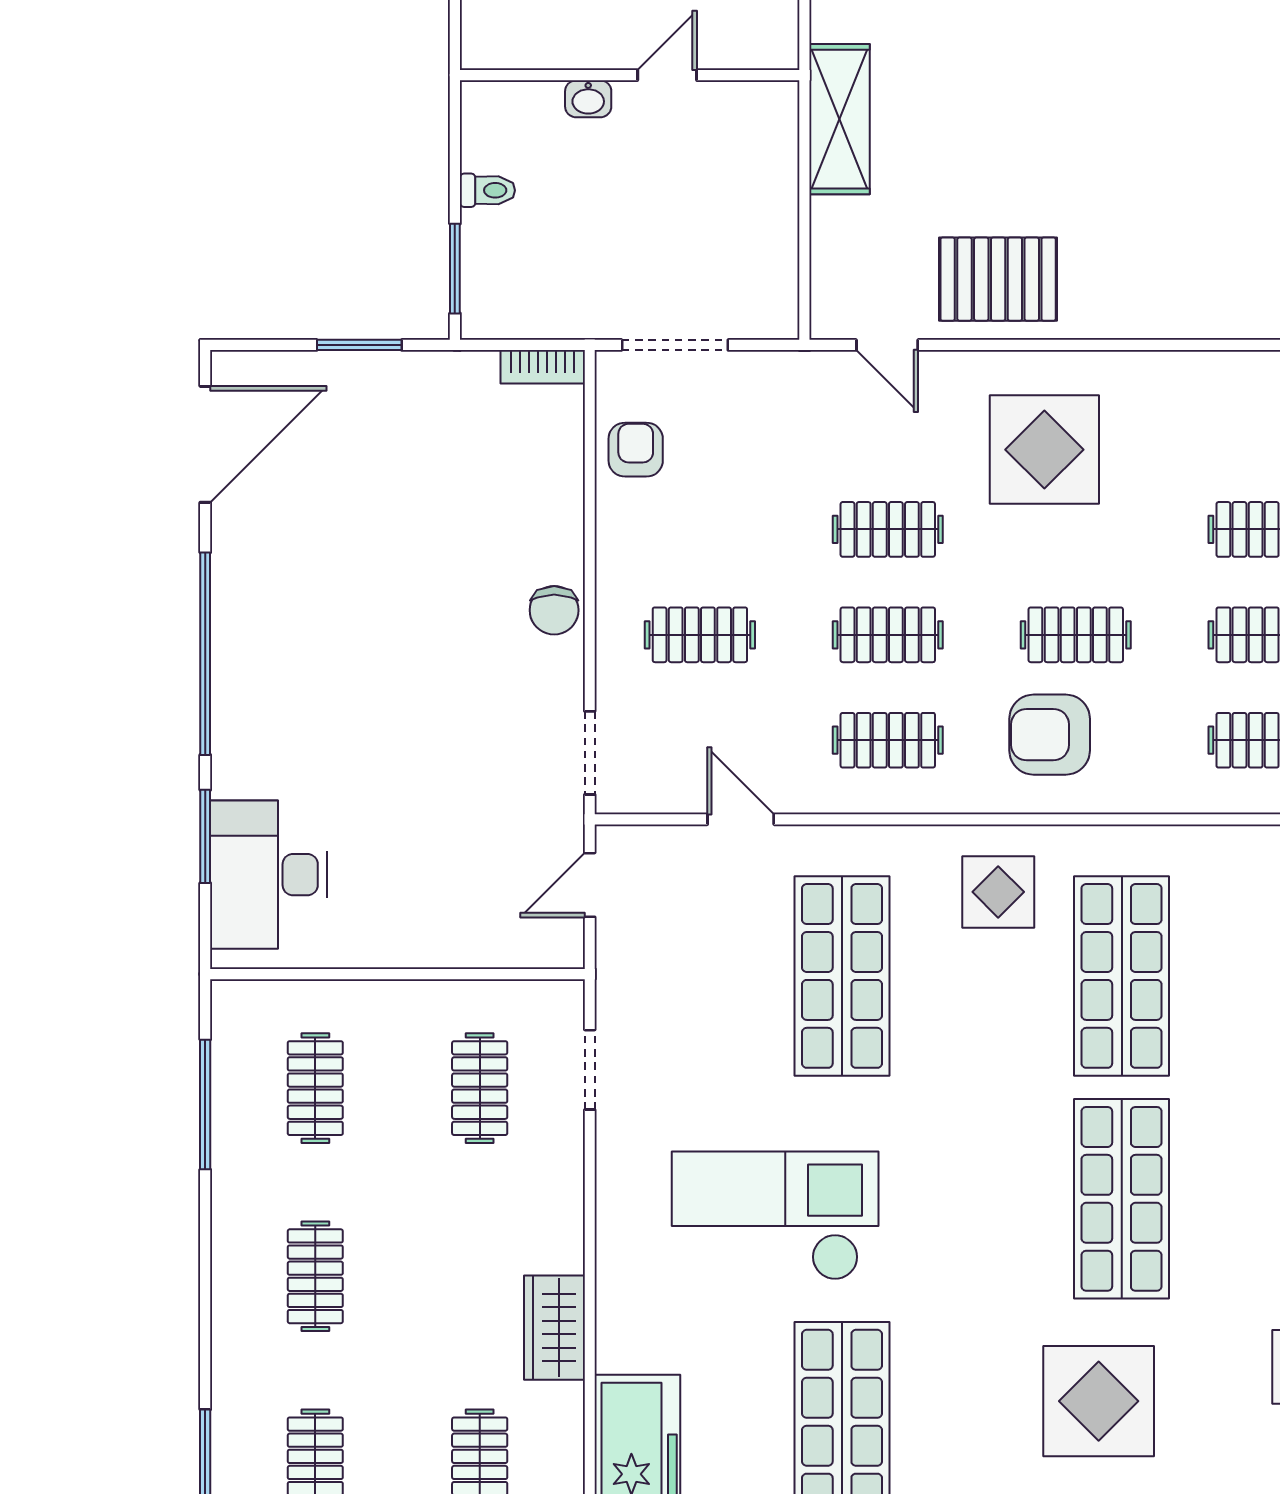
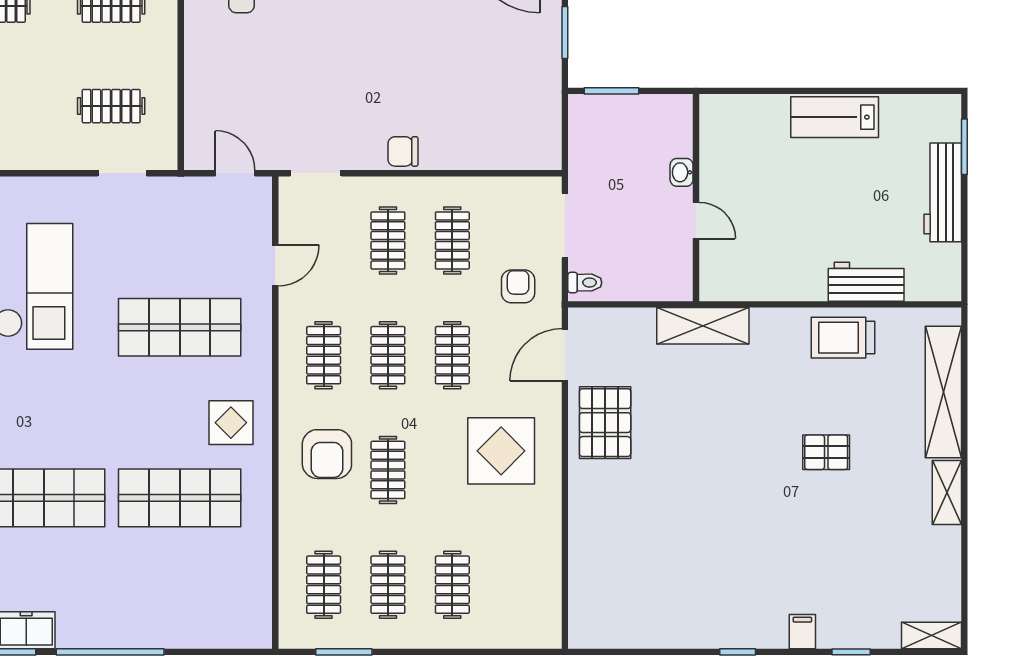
wall: (630, 75) -> (696, 198), moved
door: (667, 75) -> (696, 220), moved
washbasin: (588, 99) -> (682, 172), moved
toilet: (487, 190) -> (585, 283), moved, turned -90
door: (887, 345) -> (565, 355), width x1.38
bookcase: (543, 367) -> (552, 145), removed
armchair: (636, 450) -> (518, 286), moved, turned -90
clothes rail: (700, 529) -> (452, 240), added
armchair: (1050, 735) -> (327, 454), turned 180

